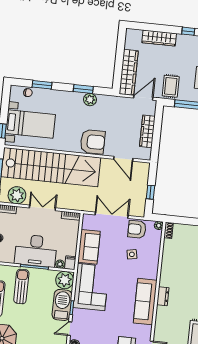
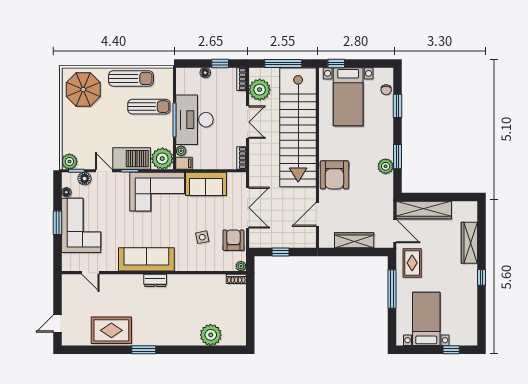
rug: (171, 86) -> (412, 263), turned 90

